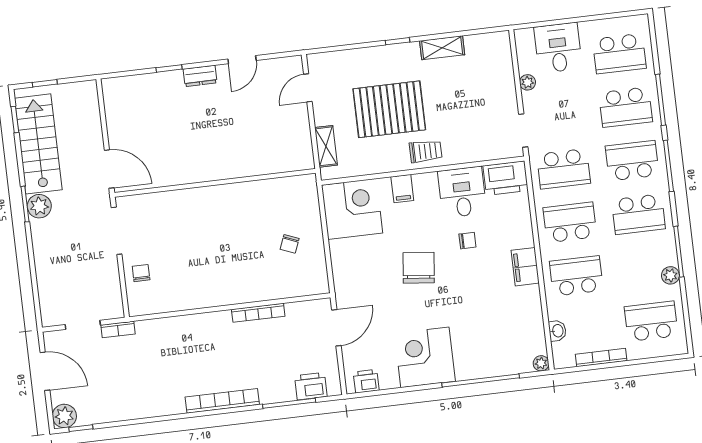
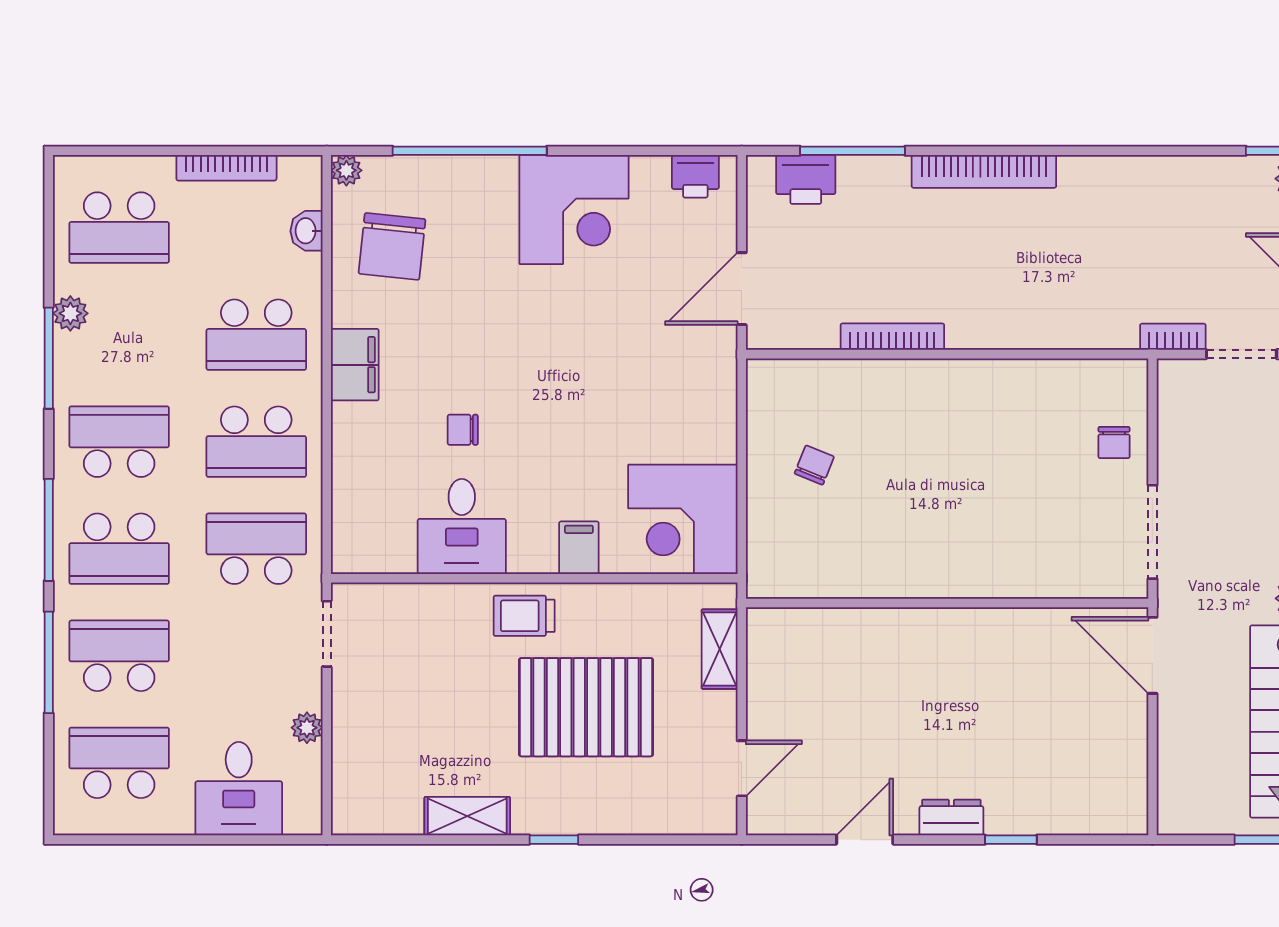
printer: (506, 178) -> (373, 544), removed
chair: (419, 268) -> (392, 246), moved

